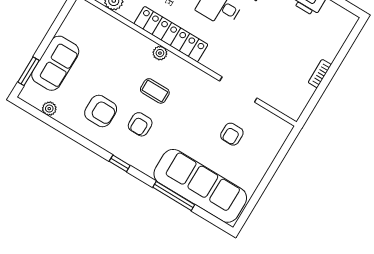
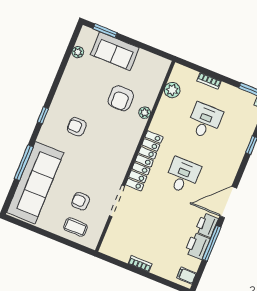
filing cabinet: (343, 19) -> (186, 276), added
locker: (171, 34) -> (144, 161), moved
plant: (160, 53) -> (145, 113), moved
coffee table: (155, 91) -> (75, 227), moved, turned 90
armchair: (101, 111) -> (121, 98), moved

